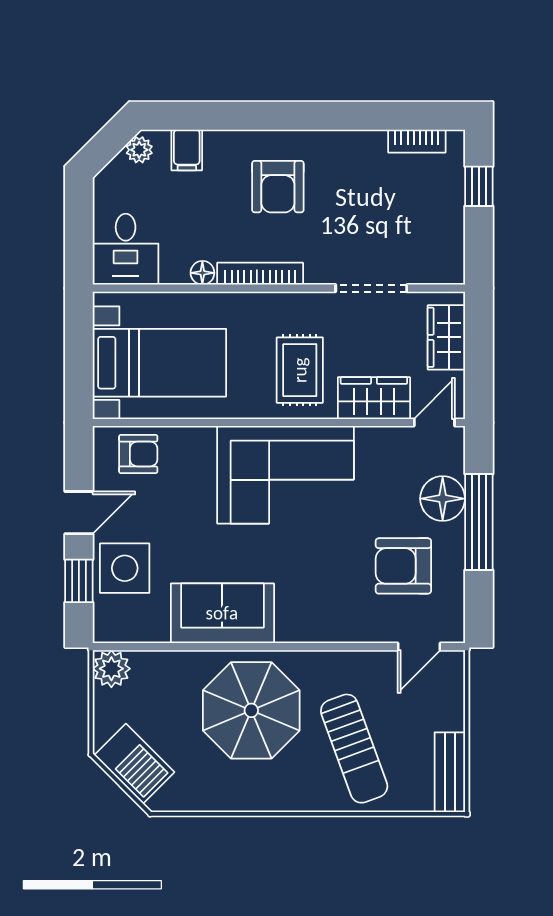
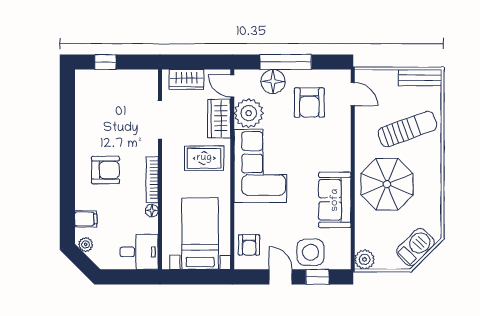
bookcase: (417, 141) -> (81, 95), removed
plant: (384, 453) -> (249, 113), added
armchair: (138, 454) -> (249, 245), turned 180

